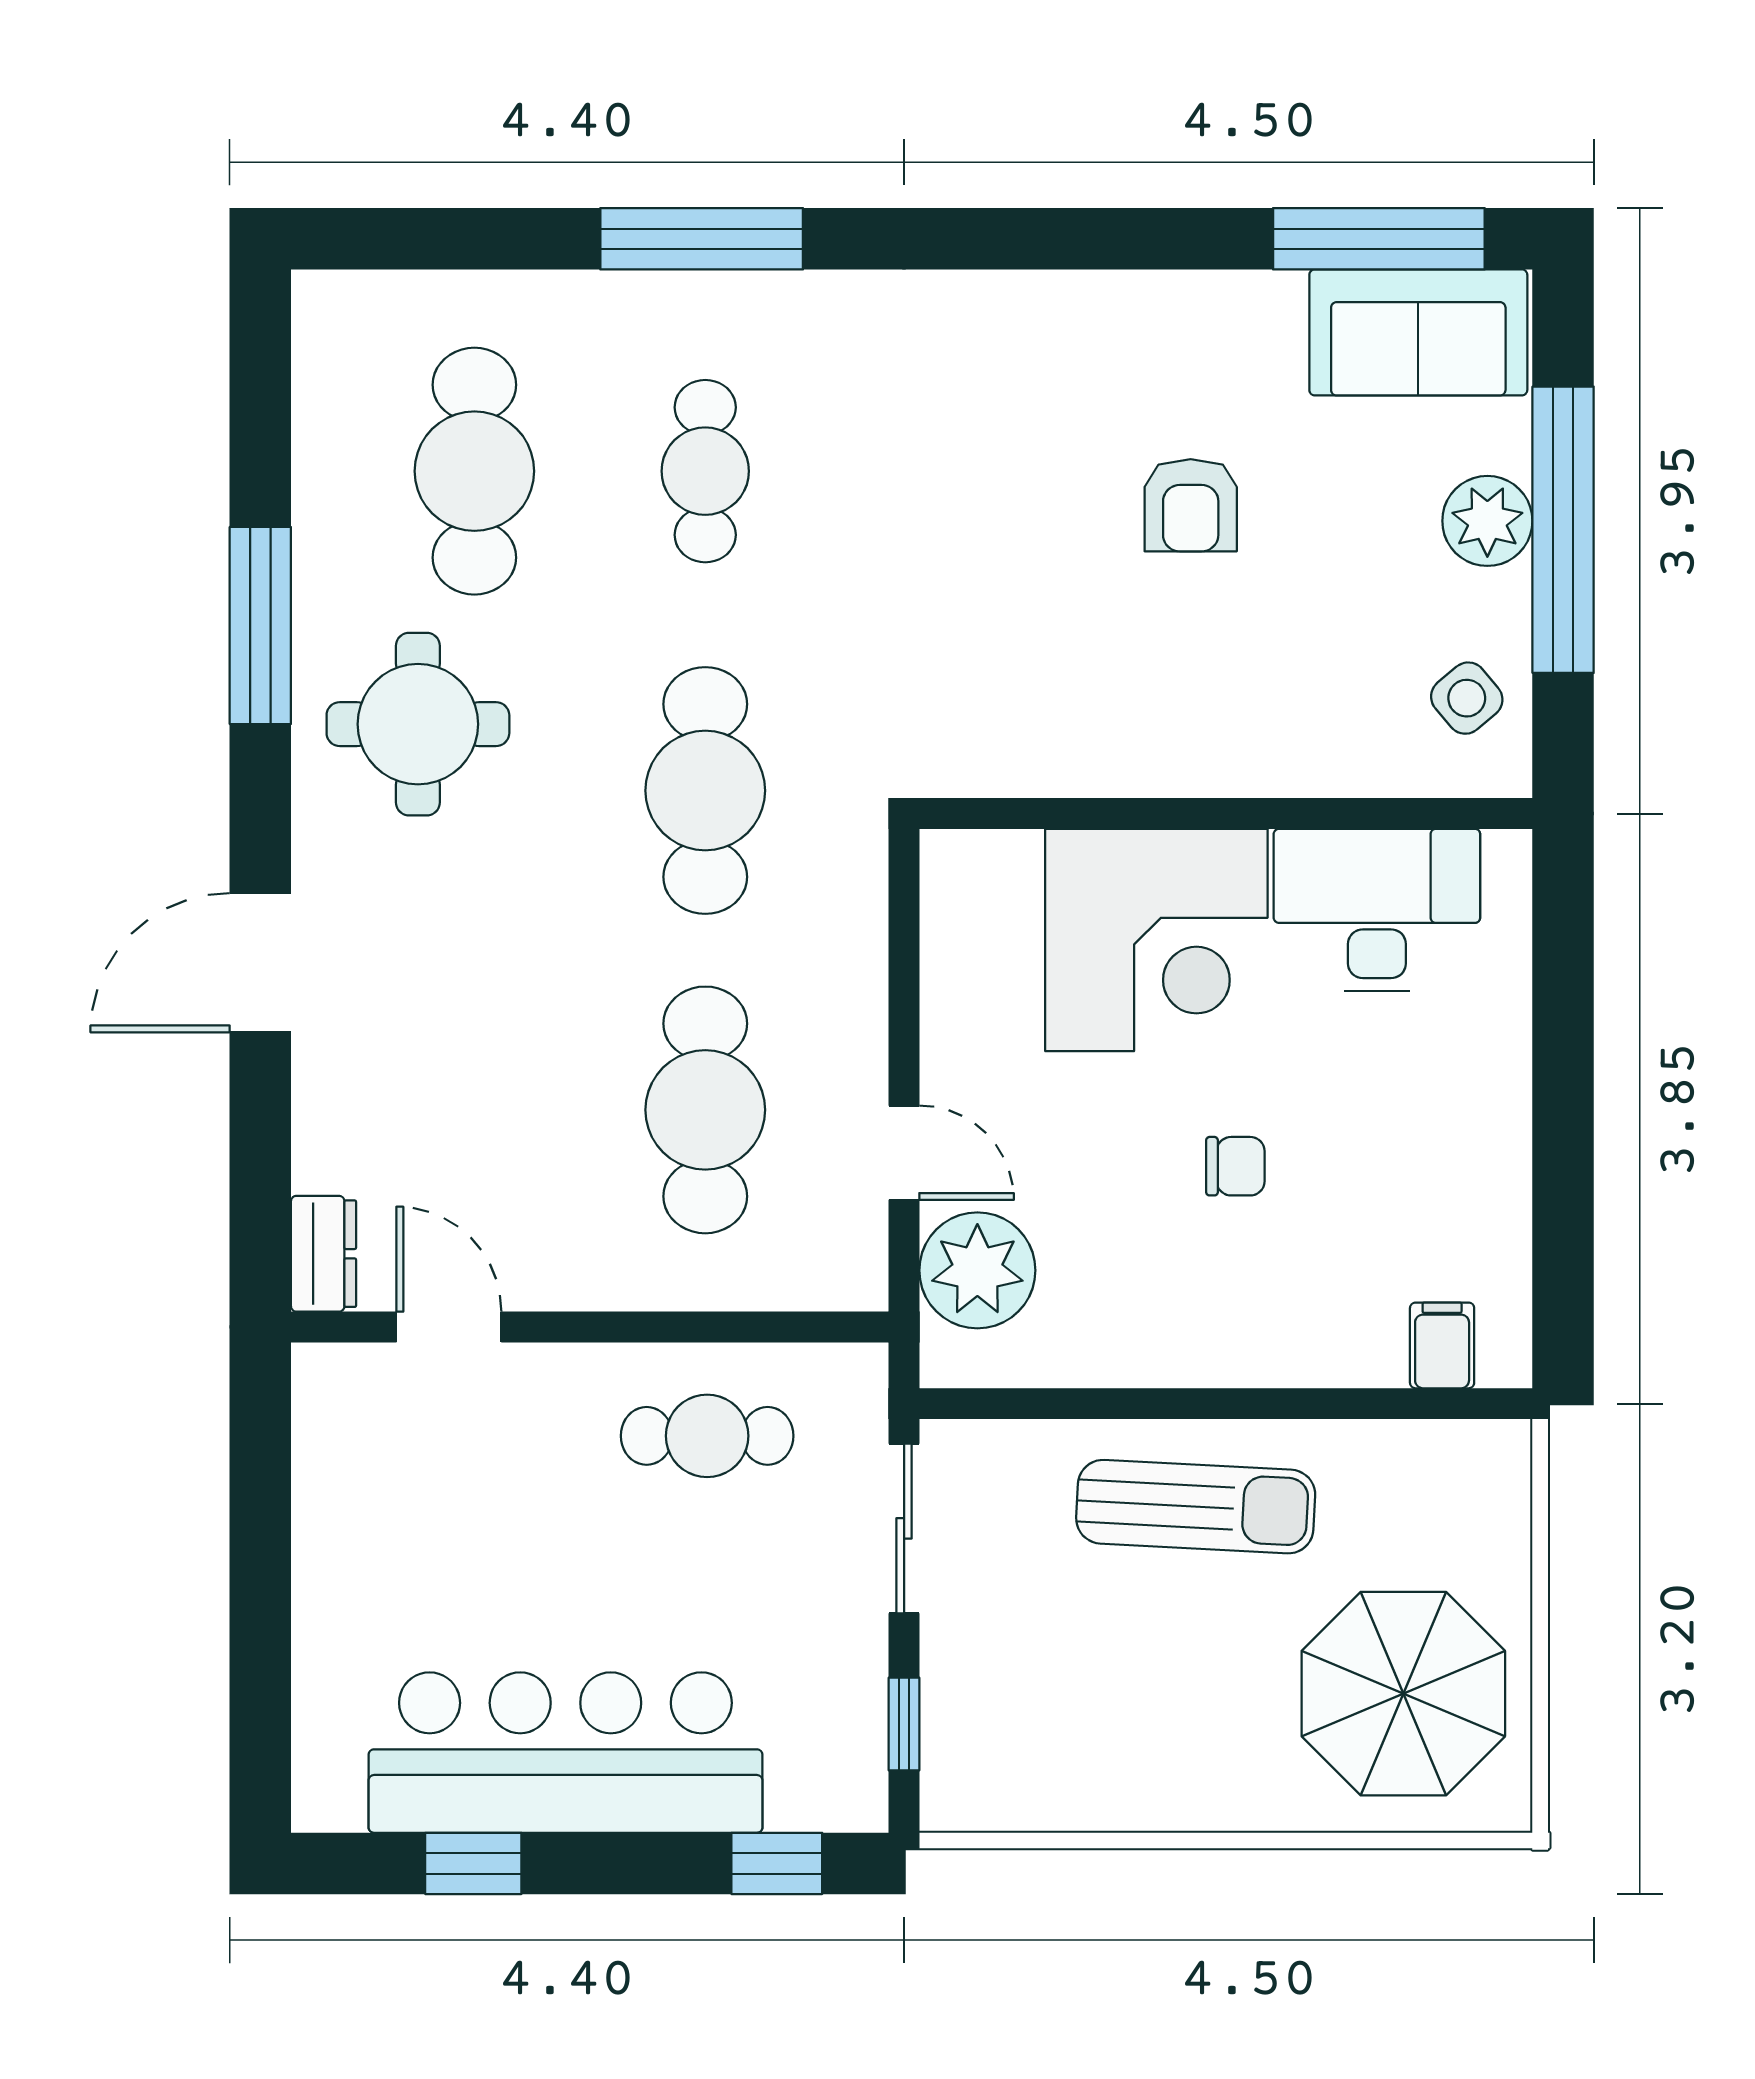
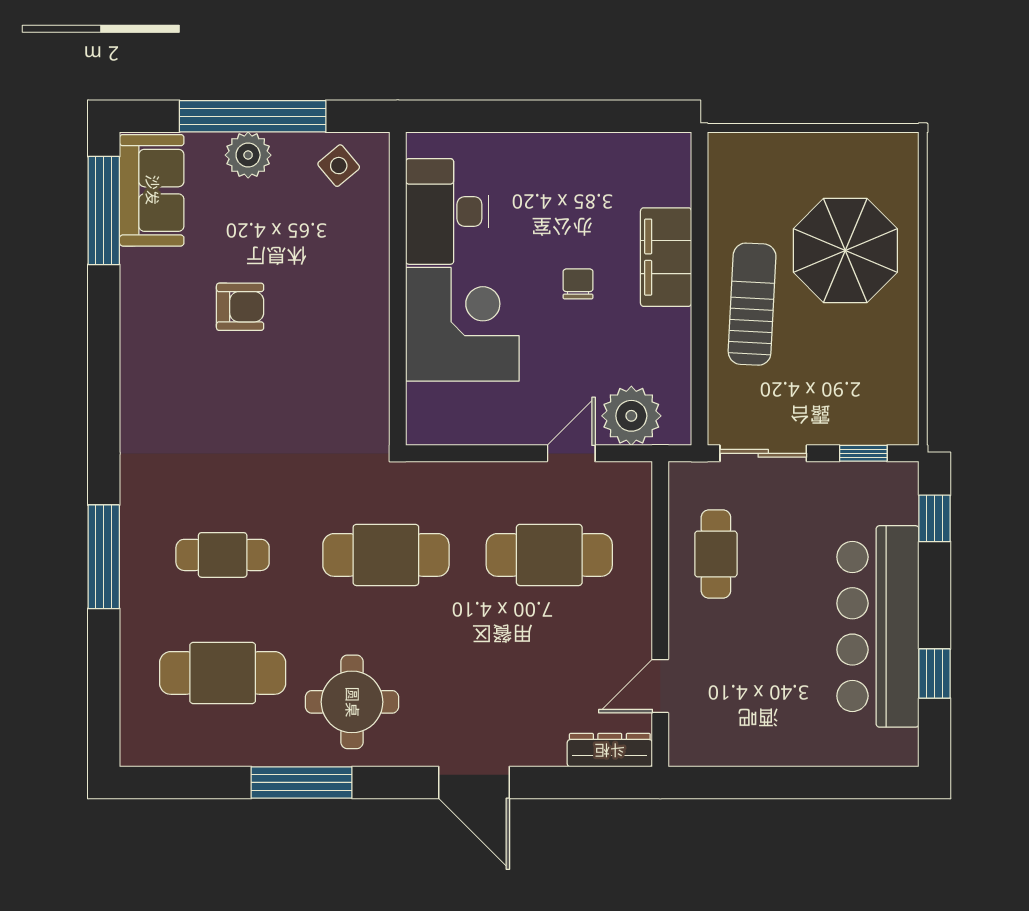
dresser: (324, 1254) -> (610, 750), width x1.44
filing cabinet: (1442, 1345) -> (666, 257), moved, width x3.00, depth x1.17
parasol: (1403, 1694) -> (845, 250), moved

